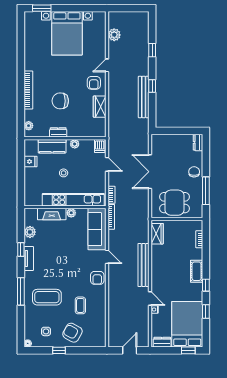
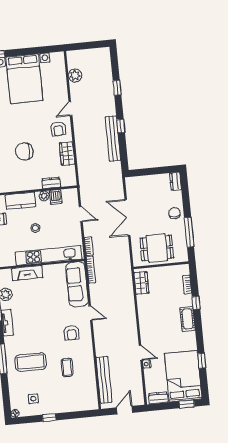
dresser: (58, 132) -> (51, 183), moved
dishwasher: (100, 146) -> (56, 197), moved
plant: (71, 213) -> (48, 270), removed
bench: (144, 265) -> (104, 380), moved
armchair: (97, 278) -> (72, 333), moved
window: (206, 285) -> (196, 303), moved
armchair: (72, 333) -> (62, 397), removed

